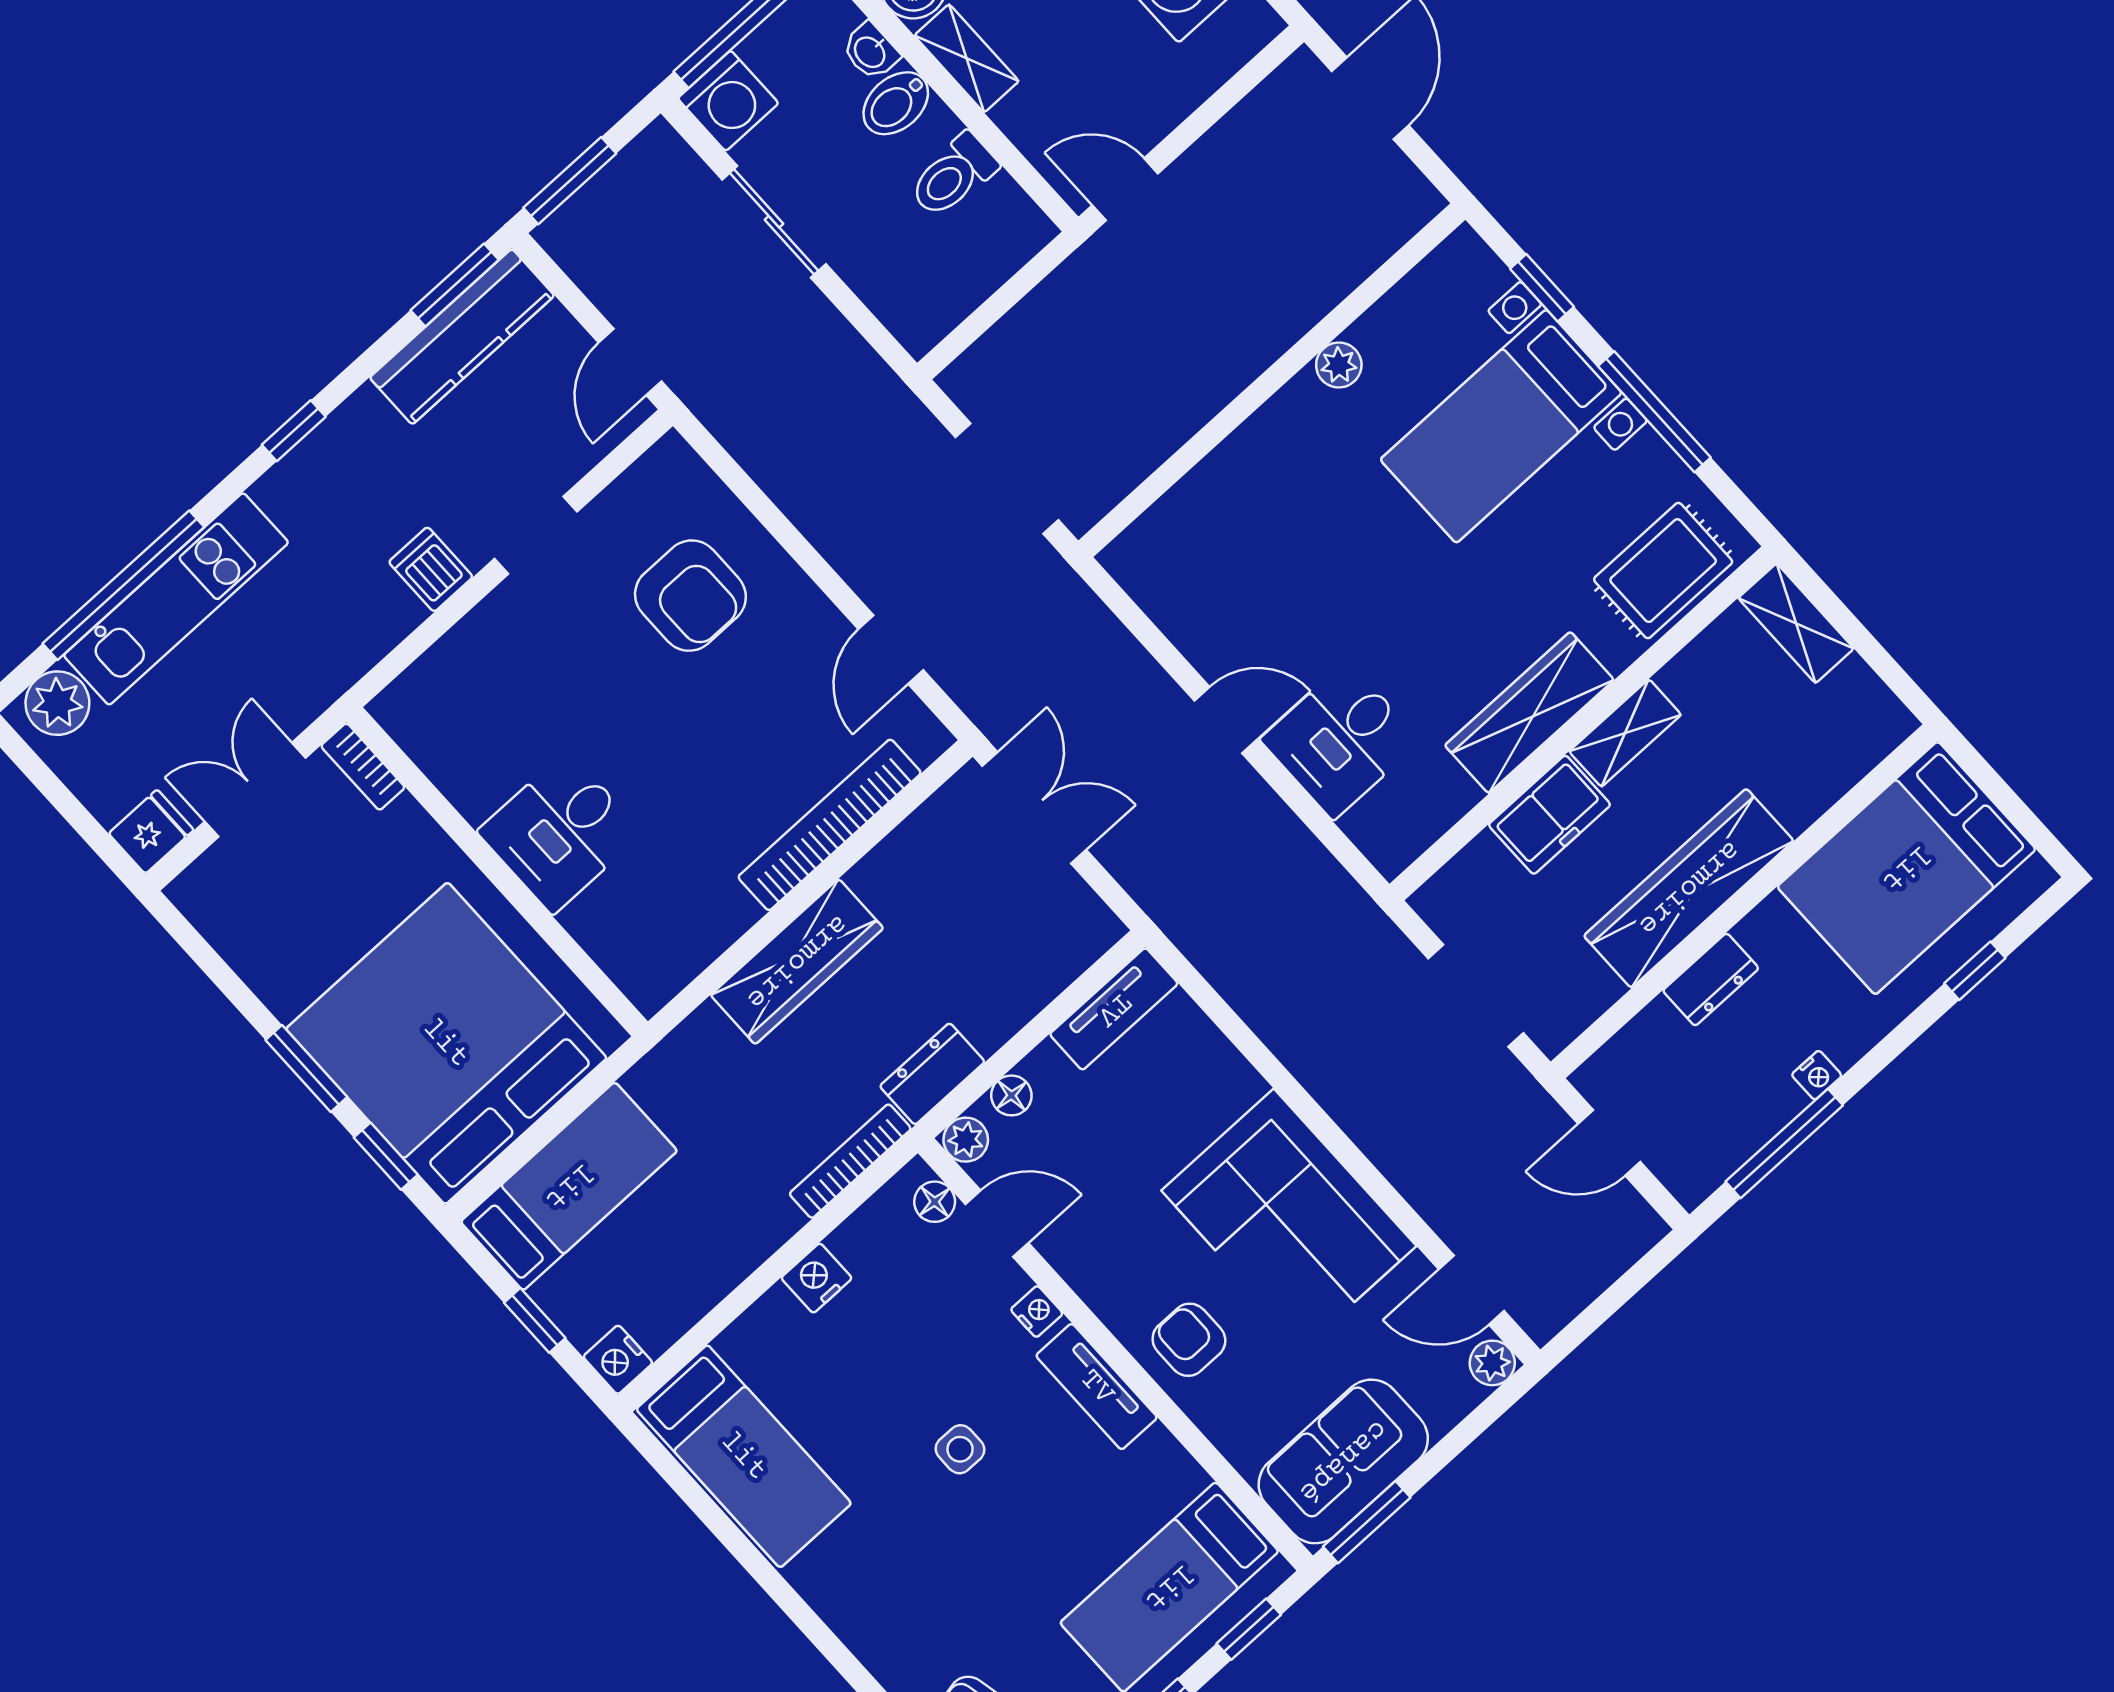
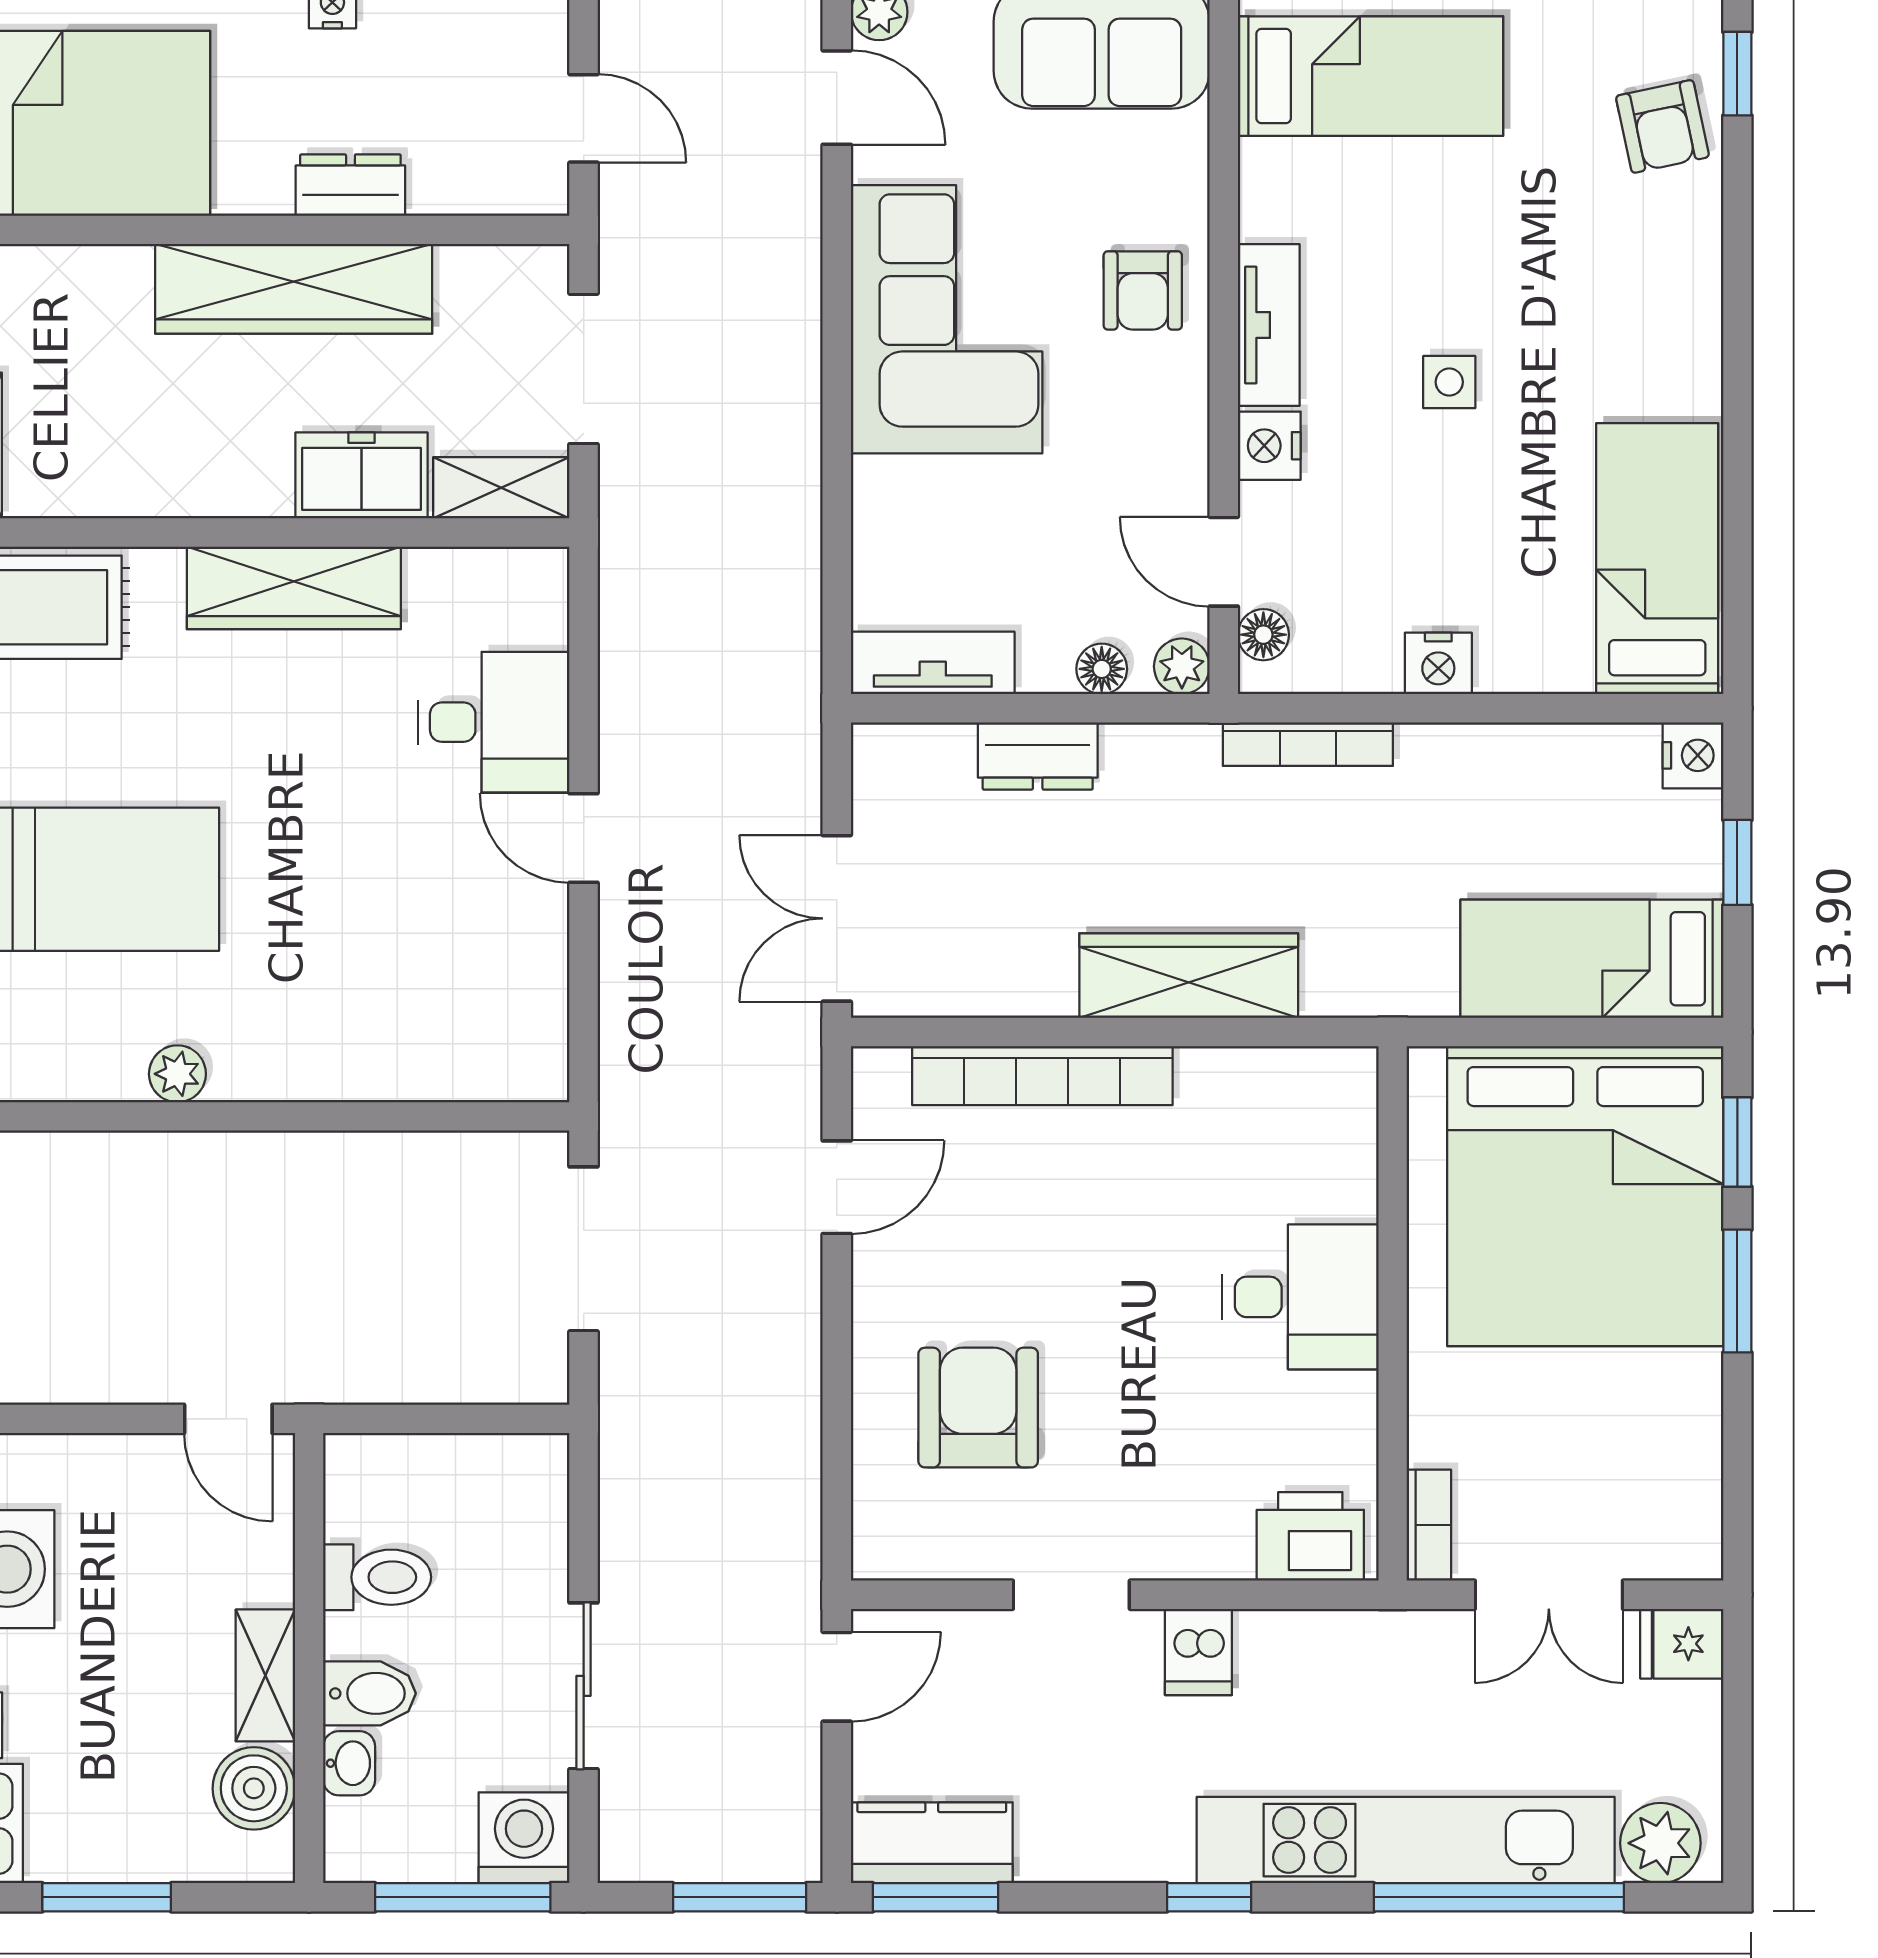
kitchen counter: (462, 337) -> (932, 1843), width x0.67
kitchen unit: (176, 599) -> (1406, 1840), width x1.36
printer: (427, 697) -> (1310, 1536), added
shelving: (1625, 733) -> (501, 488), moved
dresser: (932, 1074) -> (1038, 756), moved
nightstand: (1037, 1312) -> (1269, 446), width x1.39, depth x1.35

